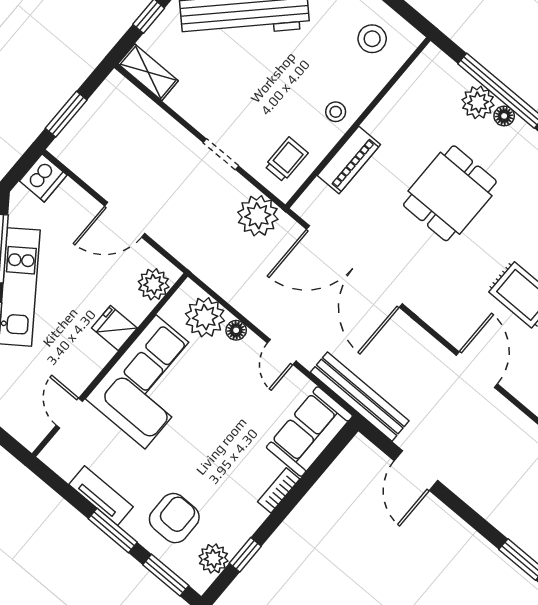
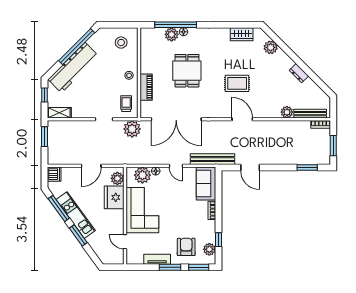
window: (66, 114) -> (44, 137), moved
fridge: (114, 328) -> (114, 197), width x1.88, depth x1.34

